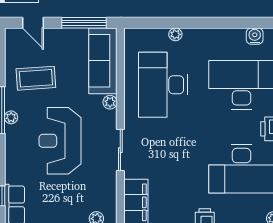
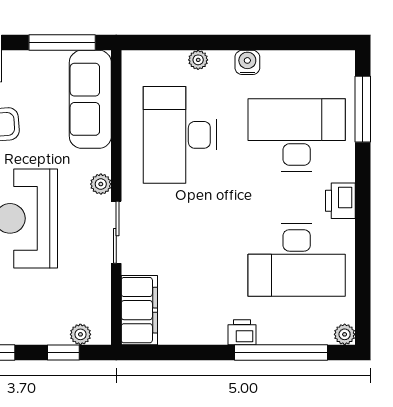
water cooler: (255, 36) -> (247, 62), moved
plant: (110, 102) -> (101, 184), moved

